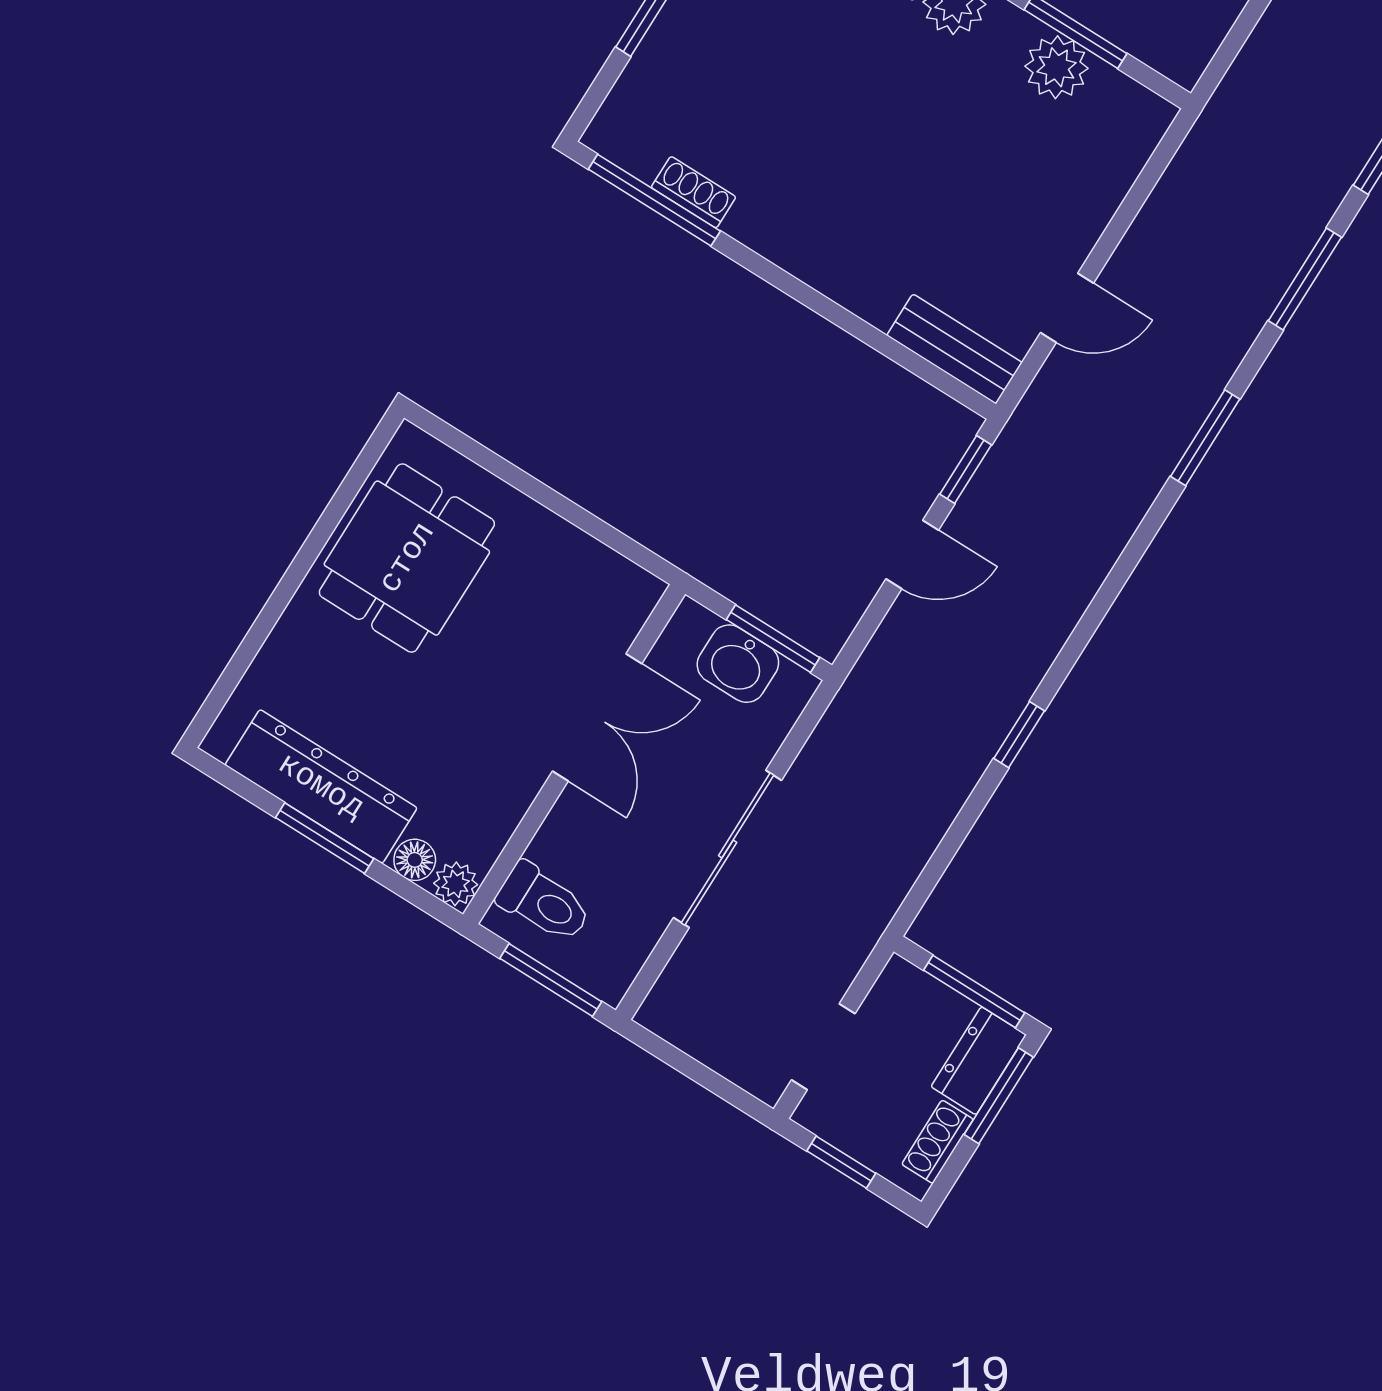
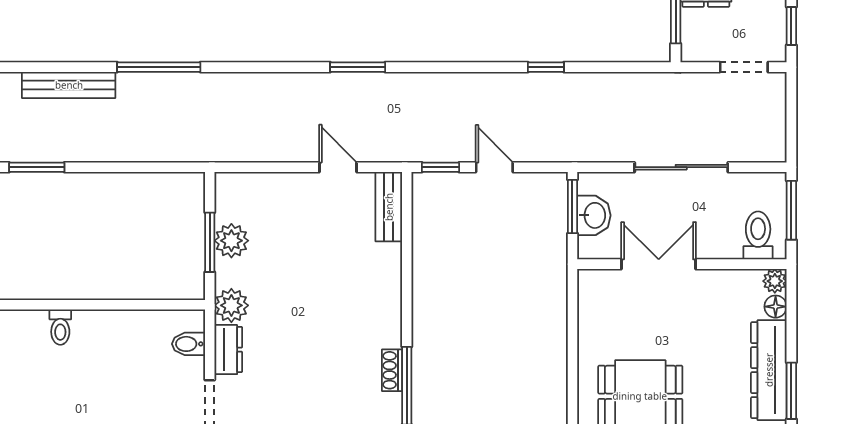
window: (1305, 279) -> (257, 67), removed
window: (325, 838) -> (791, 391), moved

